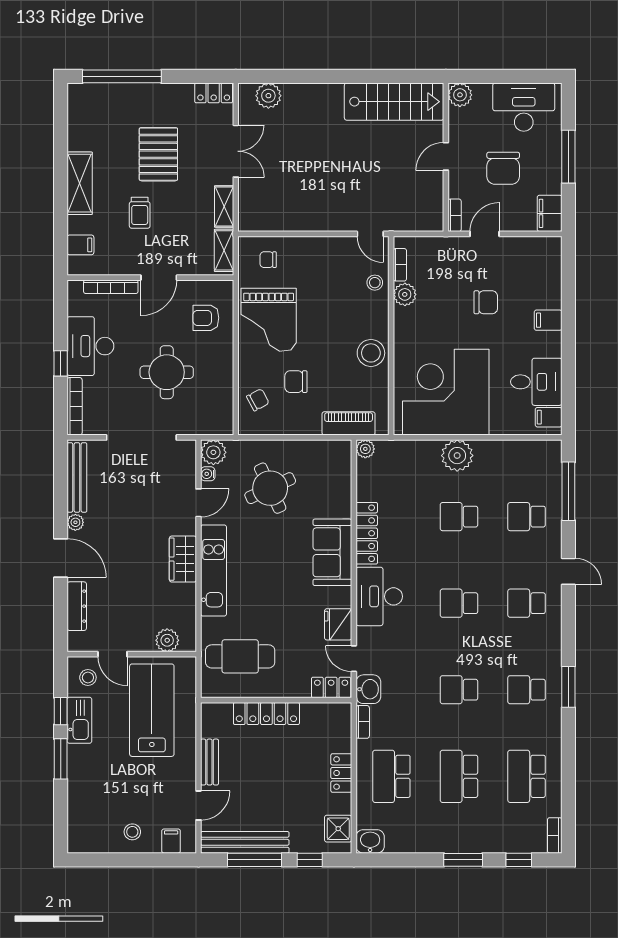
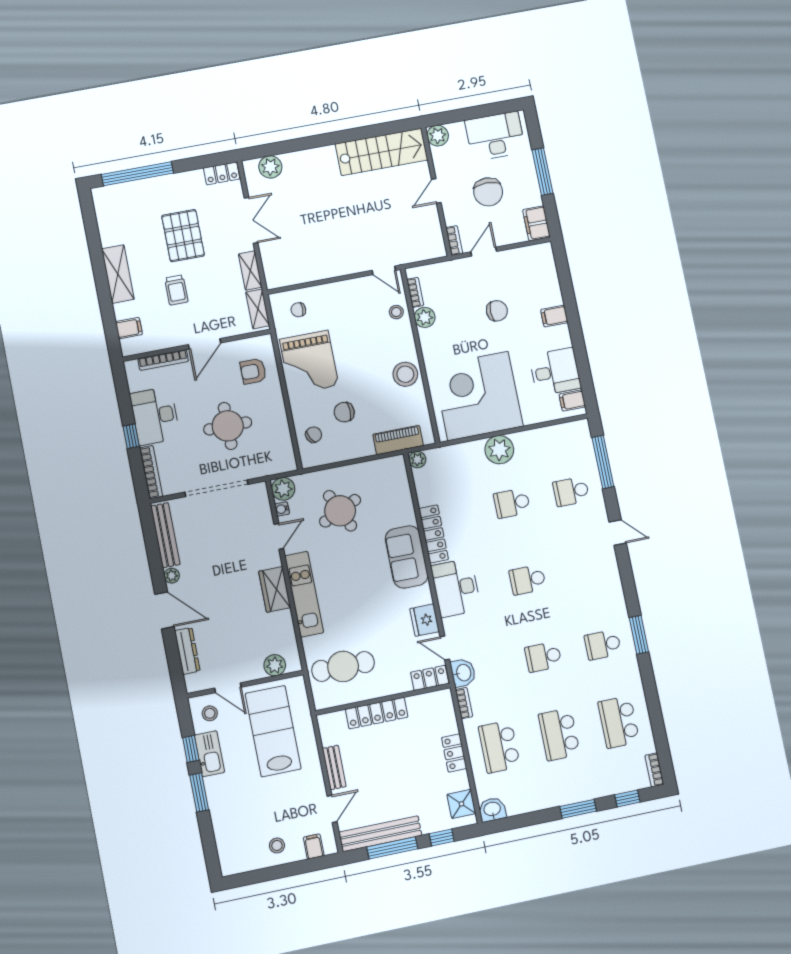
school desk: (527, 603) -> (587, 568), removed

